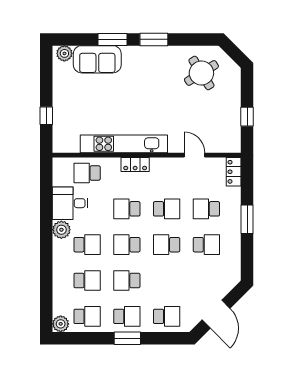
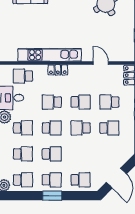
school desk: (127, 245) -> (52, 128), turned 180
school desk: (127, 281) -> (52, 154), turned 180

